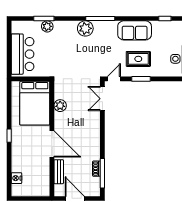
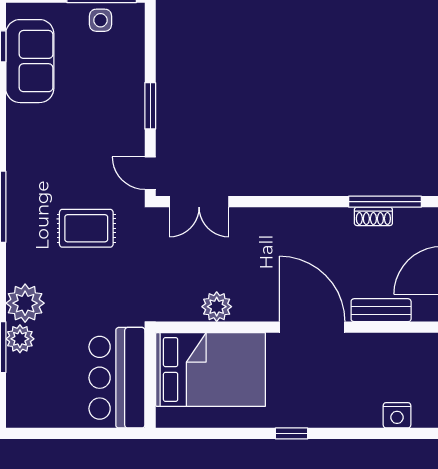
plant: (85, 28) -> (25, 303), moved
sofa: (135, 30) -> (30, 61), moved
bar counter: (23, 54) -> (117, 378), moved, turned -90
rug: (138, 59) -> (86, 228), moved, turned 90
door: (52, 144) -> (312, 327), hinge flipped

